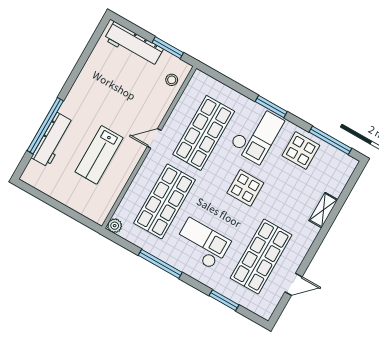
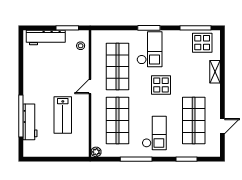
display table: (301, 150) -> (202, 43), moved
checkout: (202, 244) -> (154, 133), turned 90

